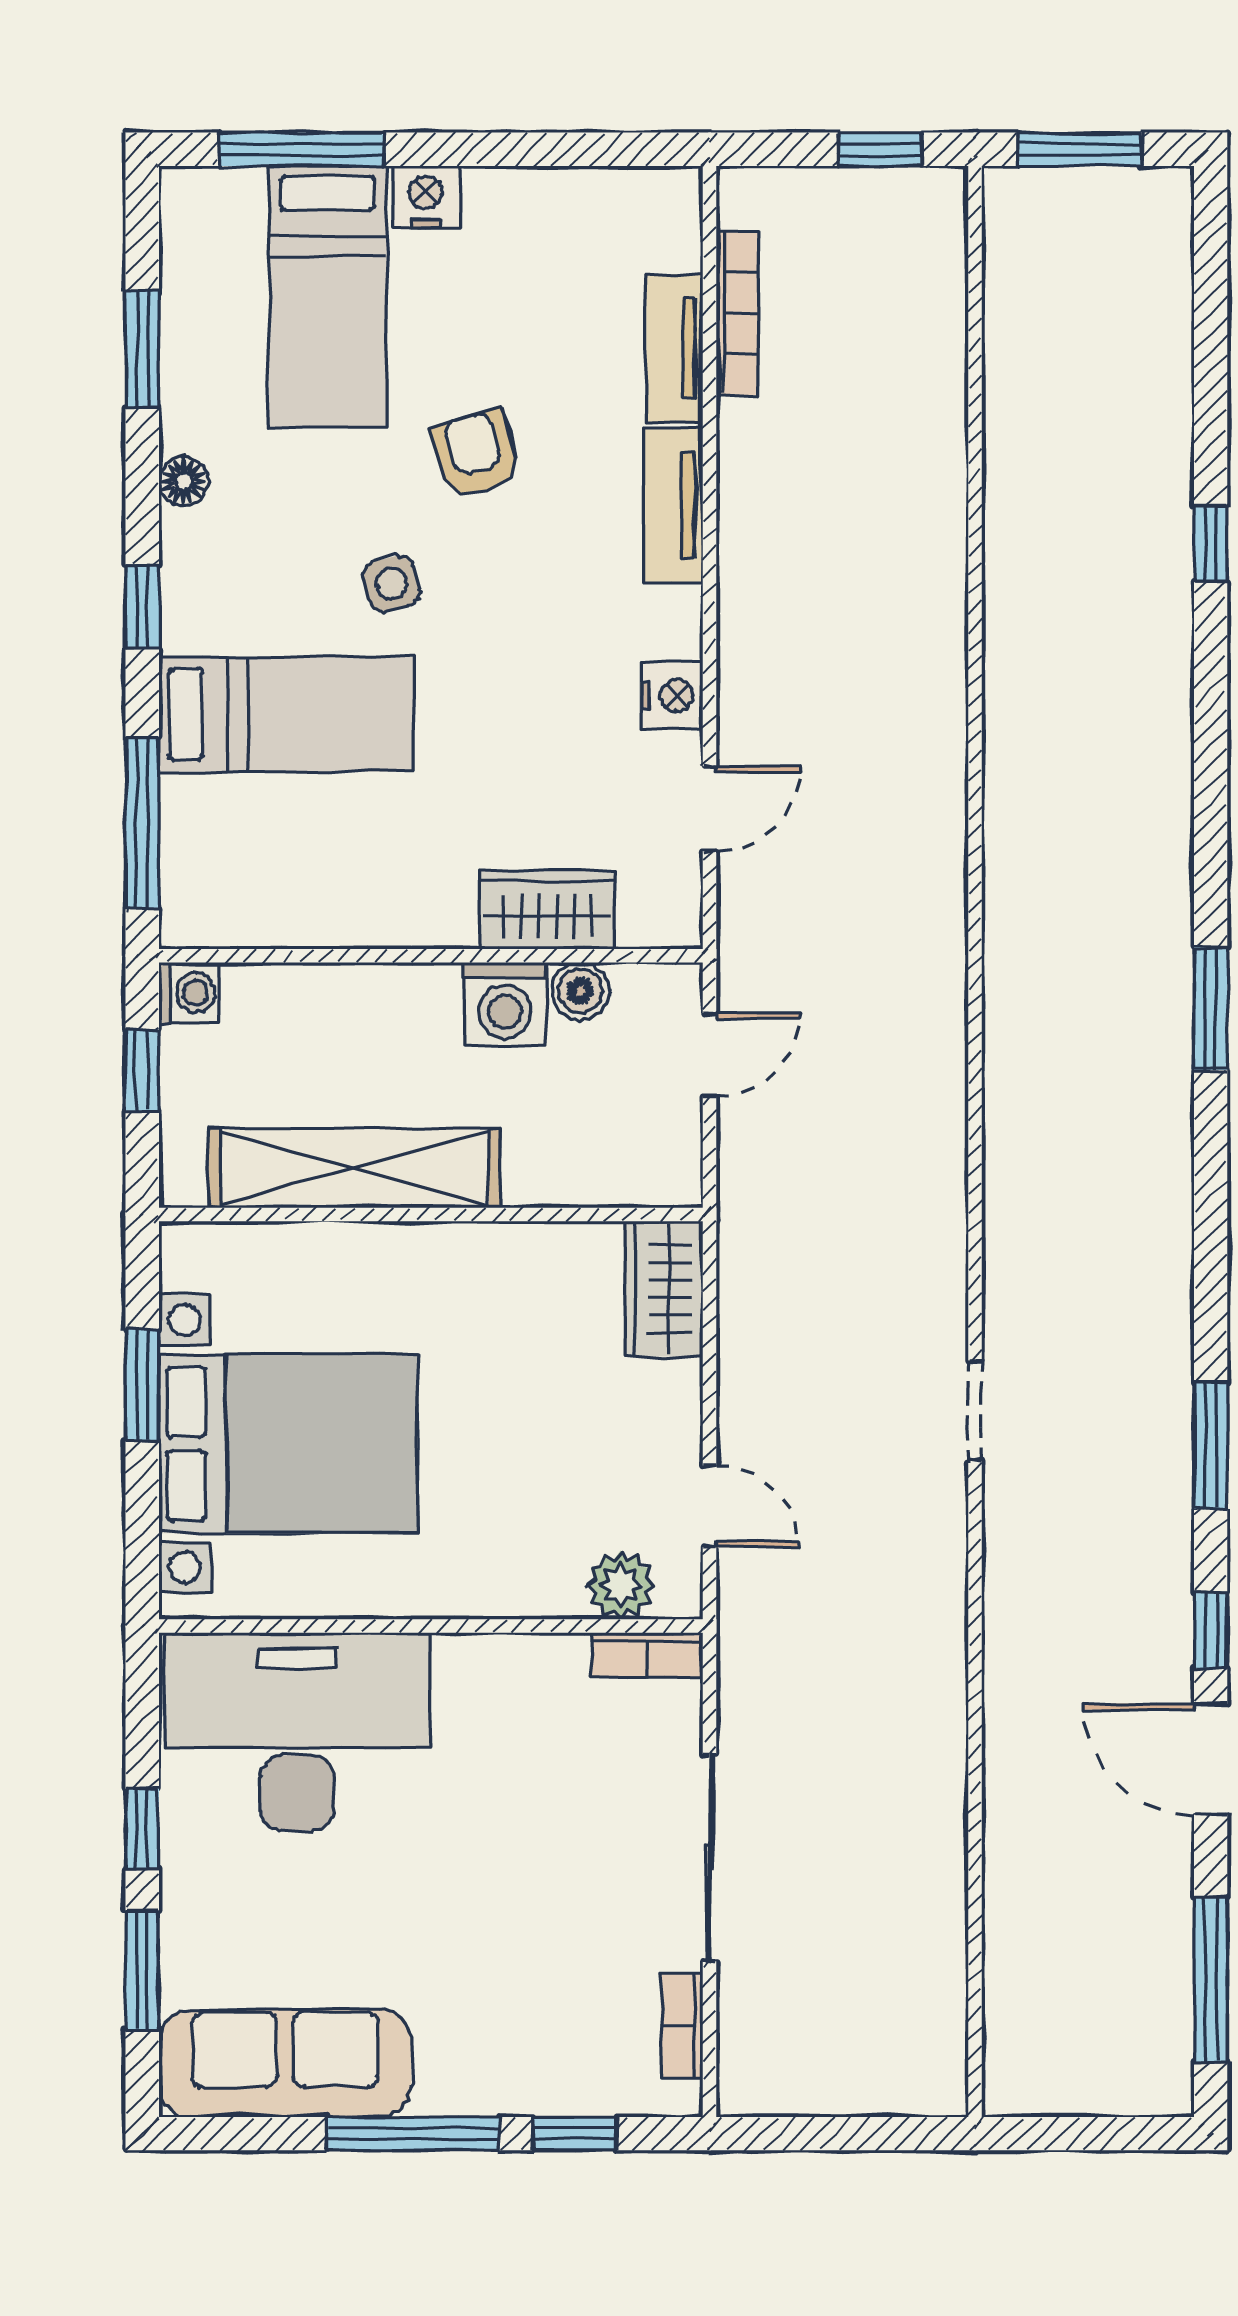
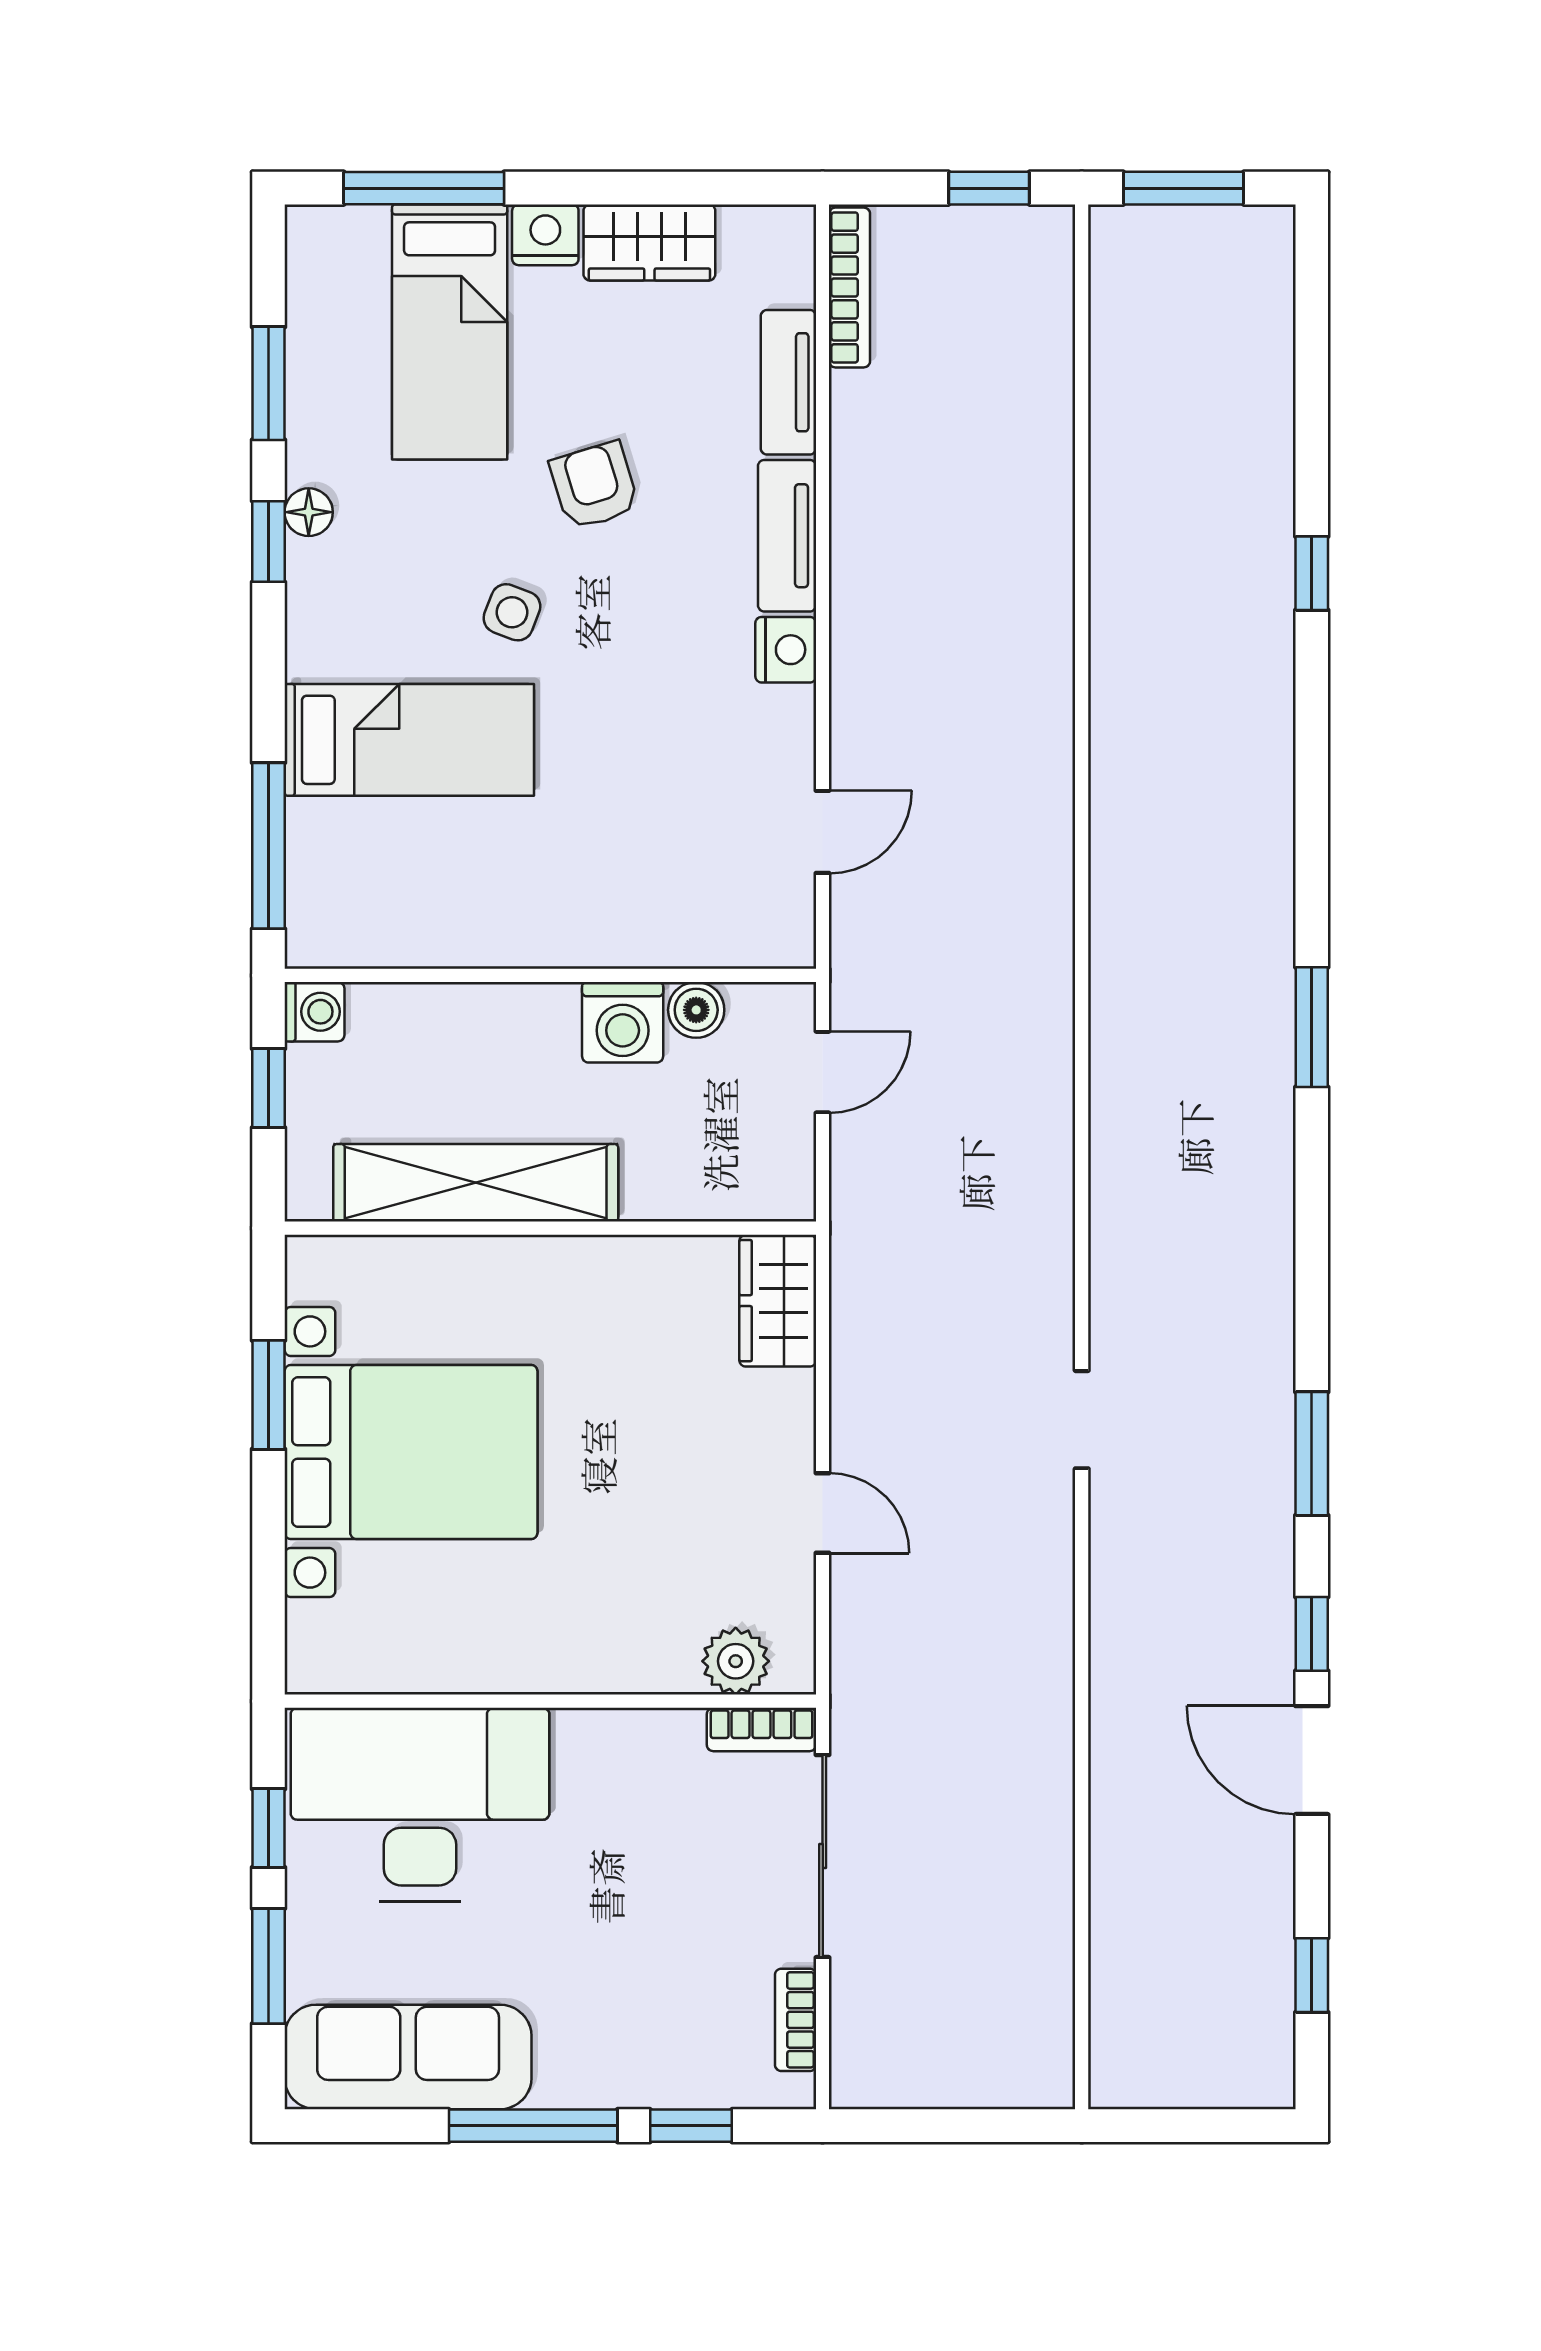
bookcase: (737, 313) -> (849, 287), moved
side table: (392, 584) -> (512, 612), turned 35
window: (142, 607) -> (268, 541), moved
nightstand: (672, 696) -> (786, 650), moved
wardrobe: (547, 910) -> (649, 242), moved, turned 180
plant: (621, 1585) -> (736, 1661), moved
wall: (431, 1626) -> (550, 1701), moved
bookcase: (647, 1655) -> (761, 1729), moved
desk: (297, 1732) -> (420, 1804), moved
window: (1211, 1979) -> (1312, 1975), width x0.46

